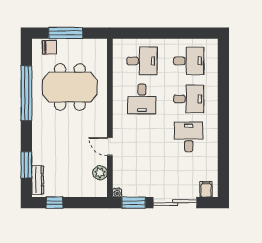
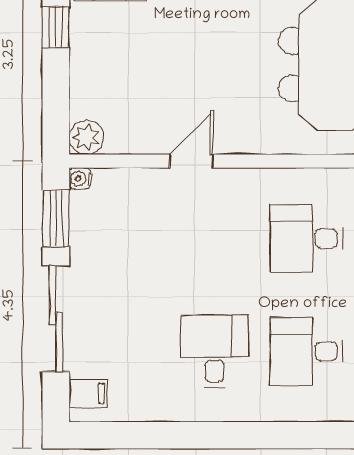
desk: (189, 99) -> (307, 351), turned 90
desk: (189, 137) -> (215, 351), turned -90
plant: (100, 173) -> (86, 137), moved

